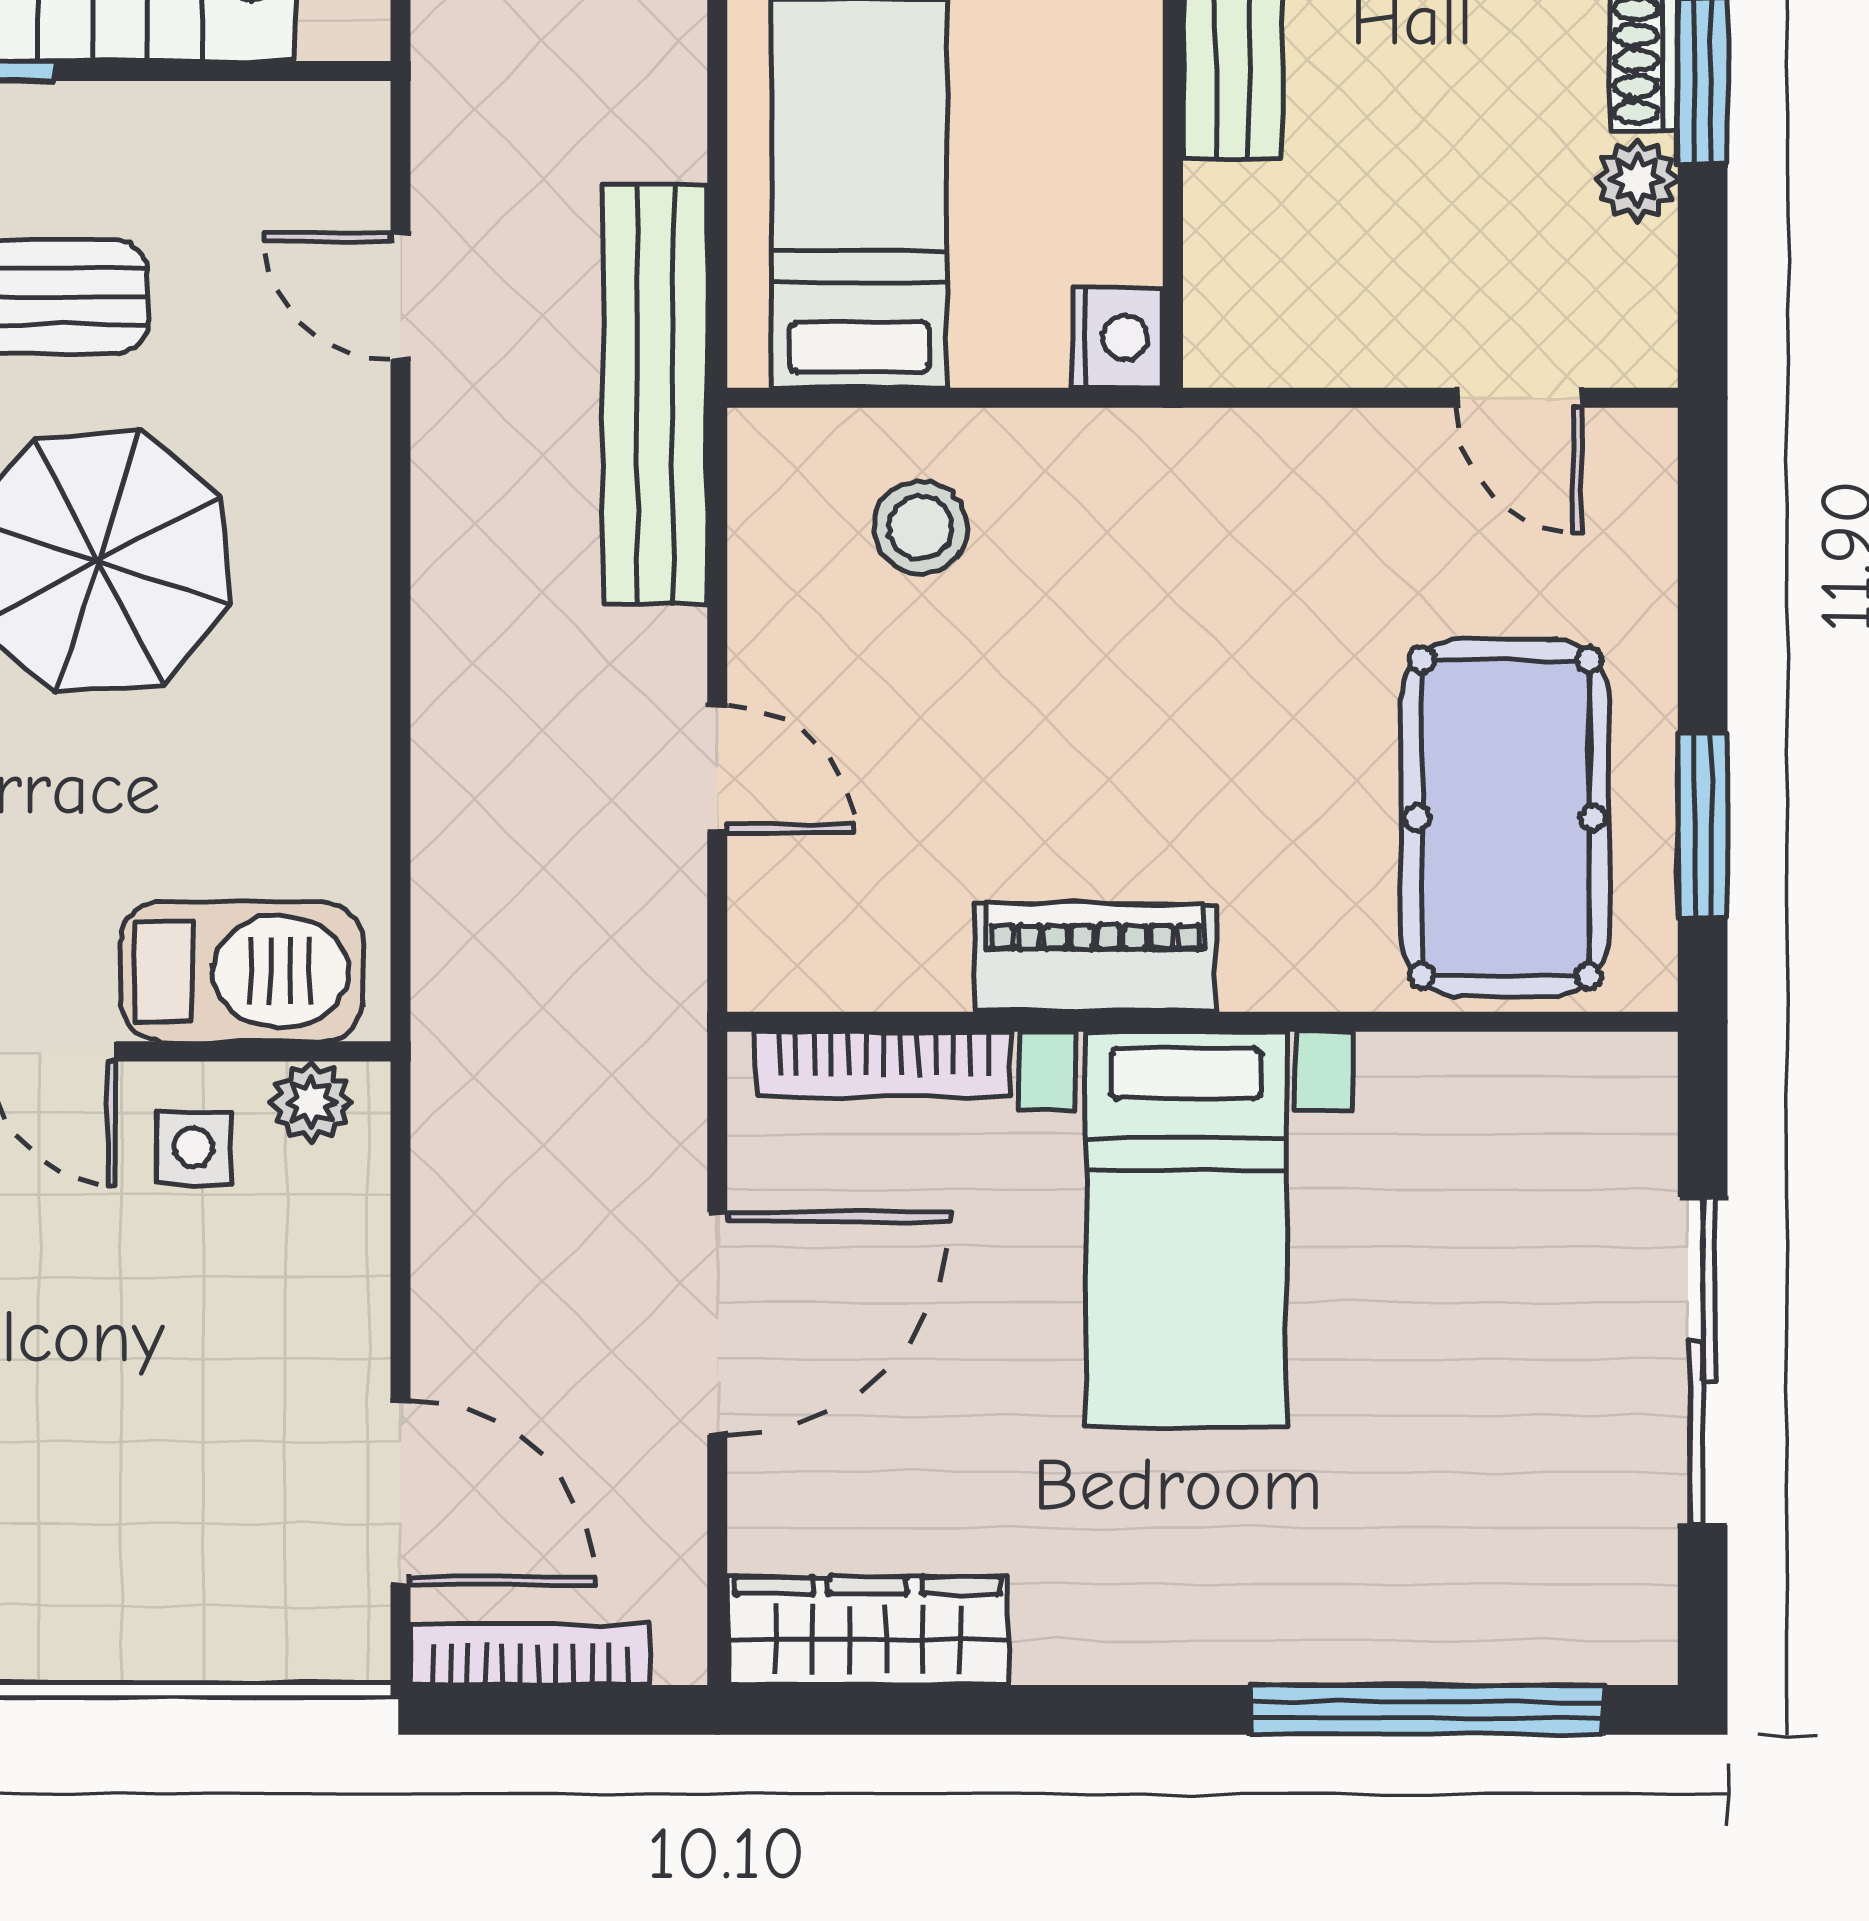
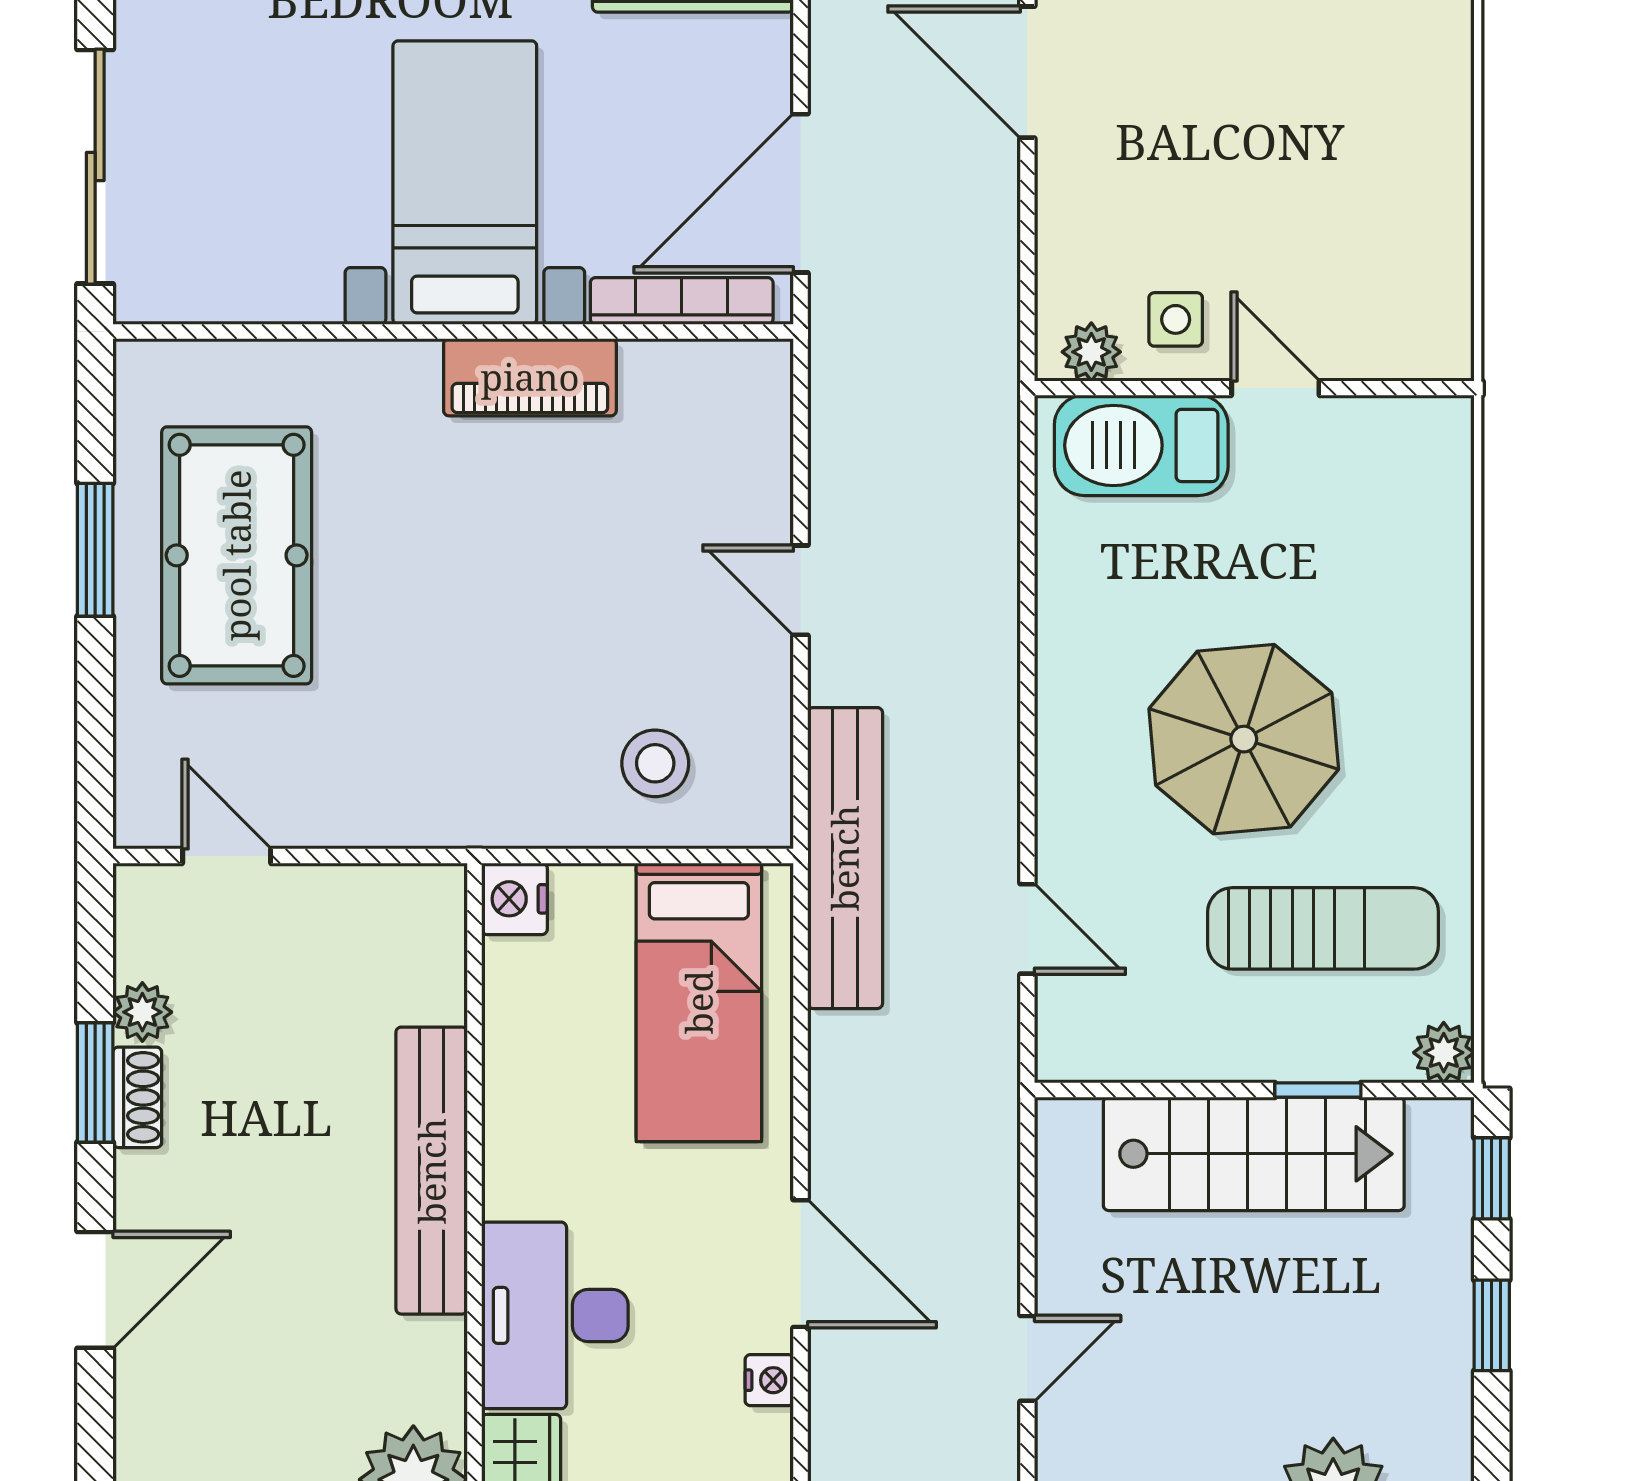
piano: (1095, 958) -> (530, 377), moved
wall: (1203, 1022) -> (453, 331), moved
bookcase: (883, 1064) -> (682, 301), moved
bed with nightstands: (1186, 1230) -> (465, 183), moved

